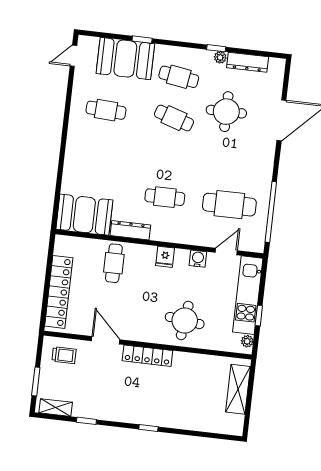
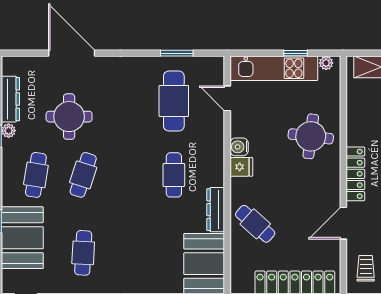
window: (271, 212) -> (177, 53), width x0.47
water cooler: (198, 259) -> (239, 147), moved
cafe table: (114, 263) -> (255, 224), turned 42

